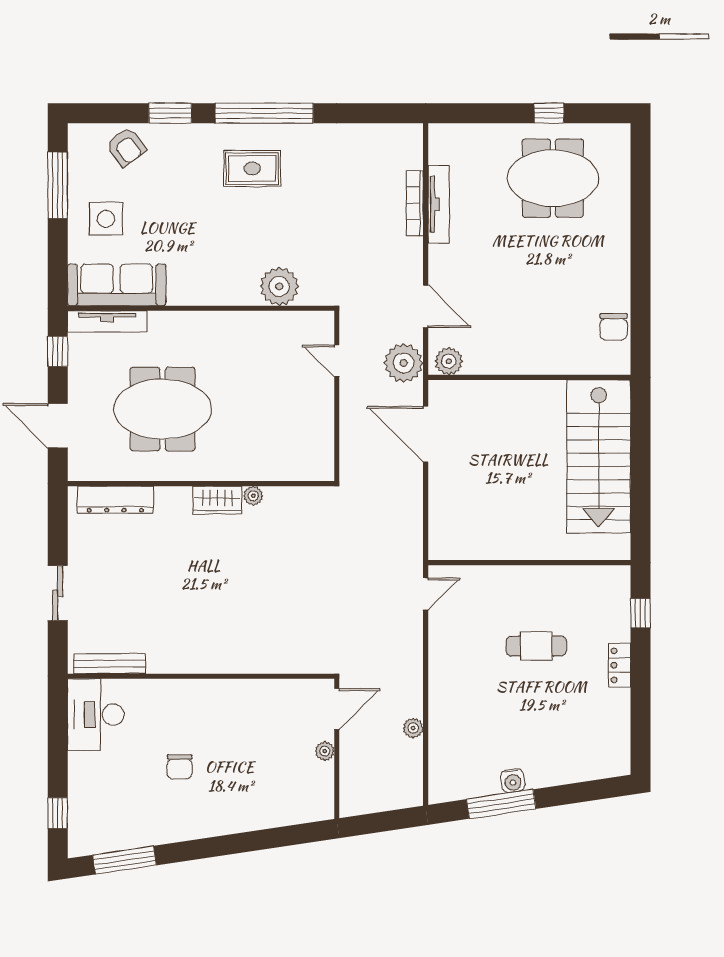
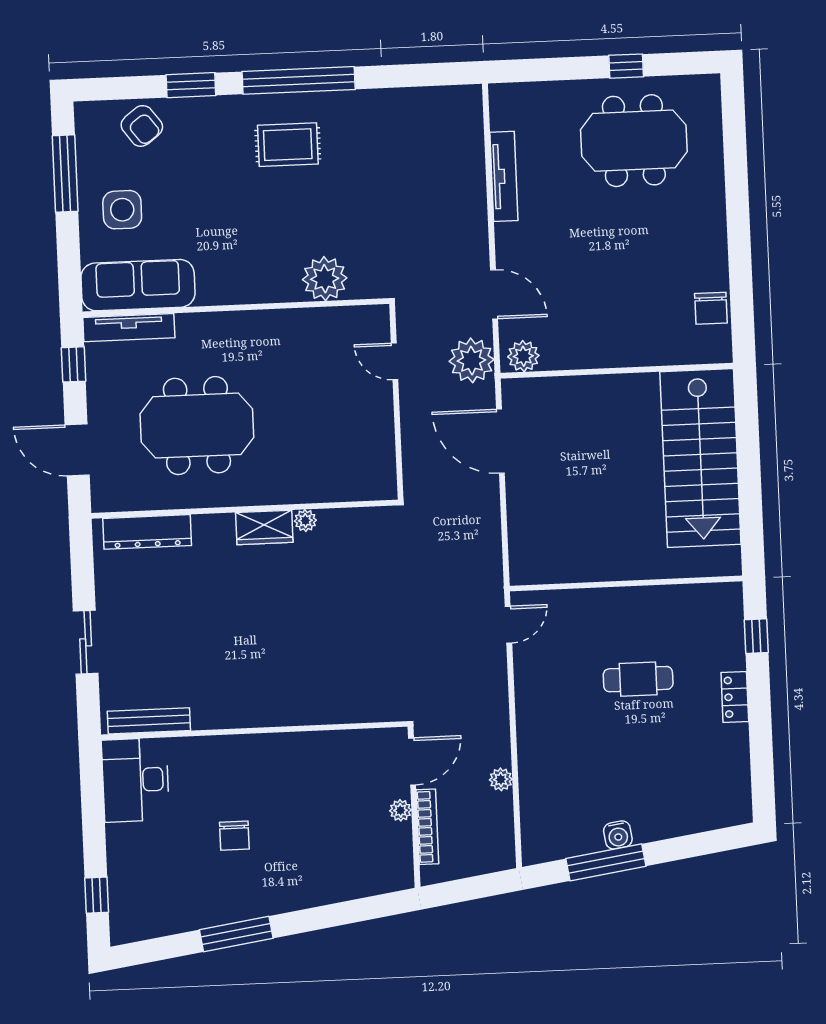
bookcase: (415, 203) -> (427, 827), moved, turned 180
window: (124, 860) -> (236, 934), moved

